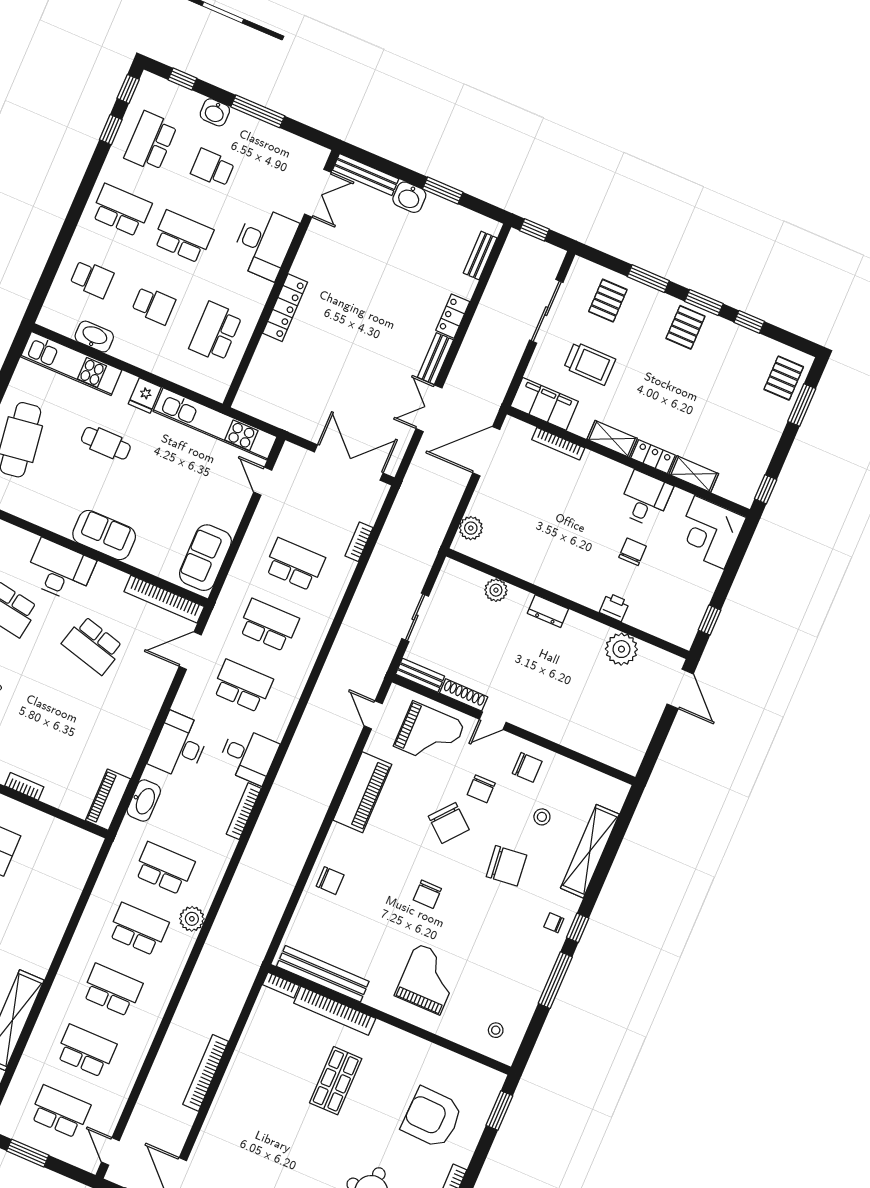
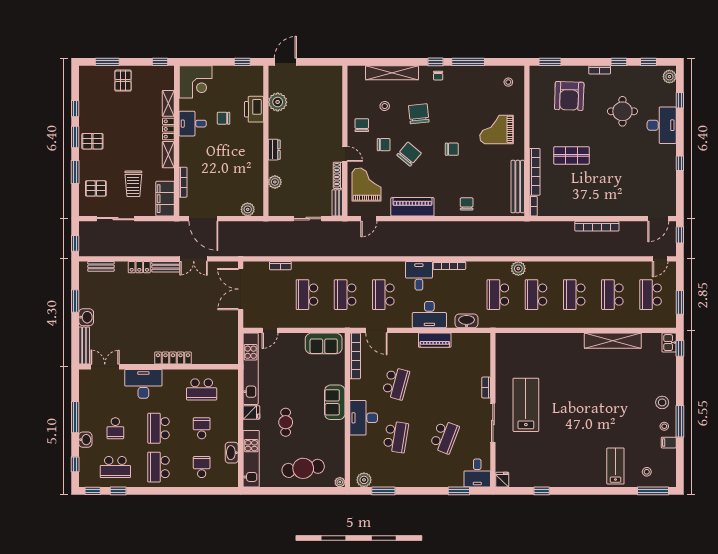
trolley: (590, 364) -> (133, 184), turned 180
pallet: (784, 378) -> (123, 81), moved, turned 90
printer: (614, 607) -> (254, 109), width x1.87, depth x1.48
piano: (108, 800) -> (435, 340), moved

